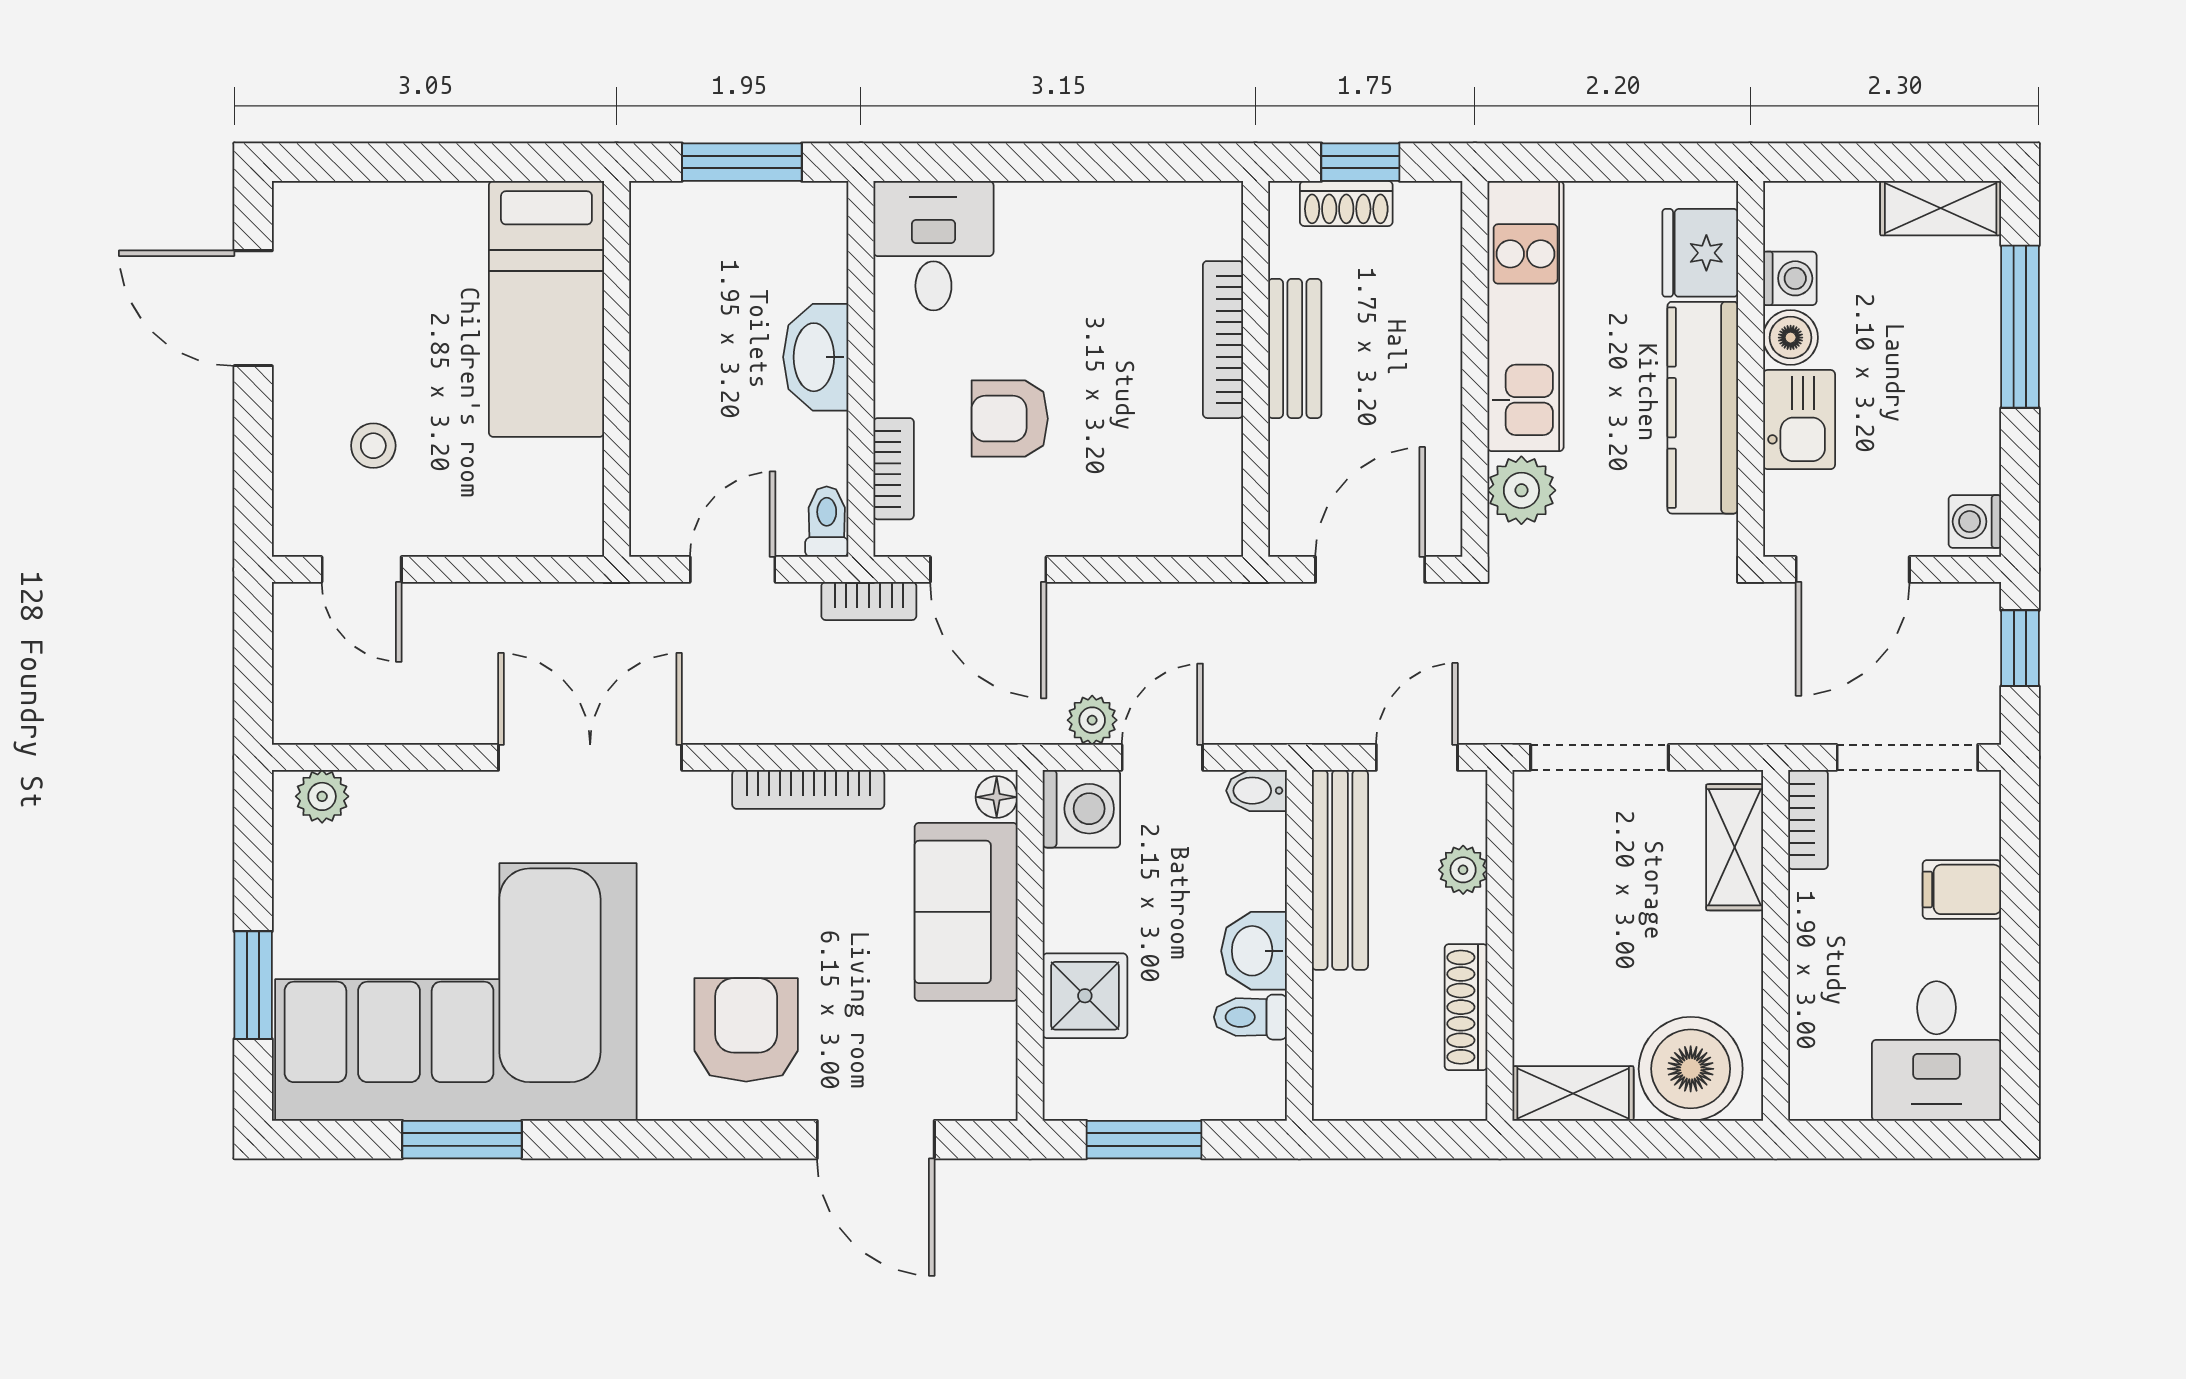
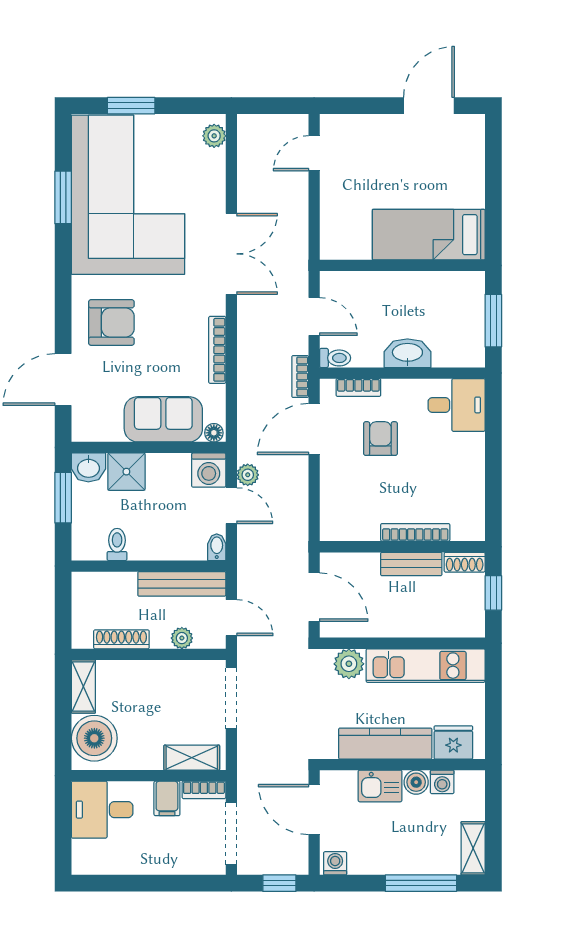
shoe rack: (1346, 203) -> (465, 562), moved, turned -90
stool: (373, 446) -> (369, 158), removed
filing cabinet: (1962, 889) -> (167, 798), moved, turned 180
washbasin: (1254, 951) -> (88, 467), moved, turned 180
desk: (1936, 1051) -> (102, 810), moved

